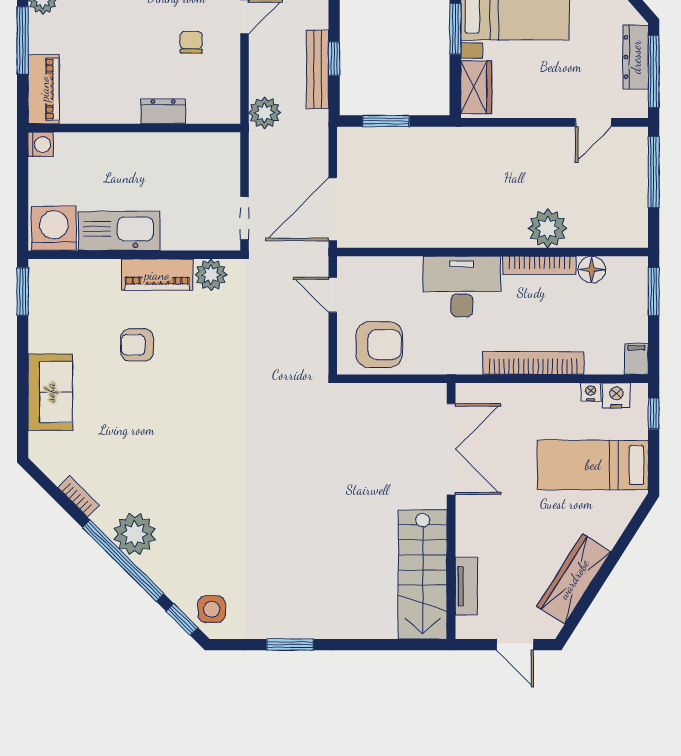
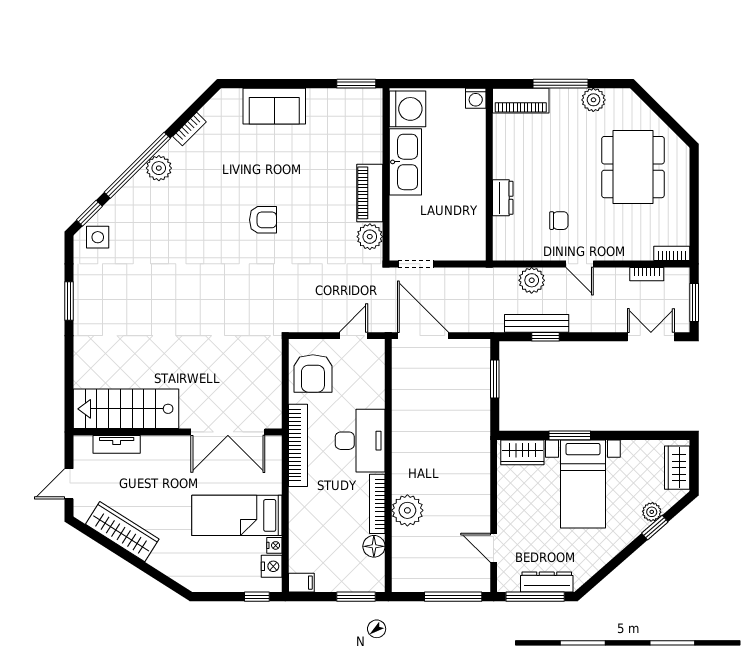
plant: (265, 113) -> (532, 280), moved
armchair: (137, 345) -> (263, 220), moved, turned 90
bookcase: (533, 363) -> (298, 445), moved
bed: (593, 465) -> (237, 515), moved, turned -90
plant: (135, 534) -> (159, 168), width x0.73, depth x0.73

